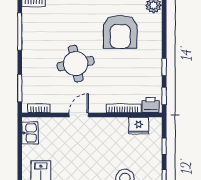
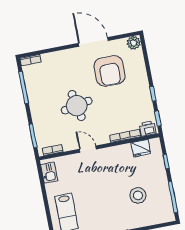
door: (79, 115) -> (88, 149), hinge flipped

